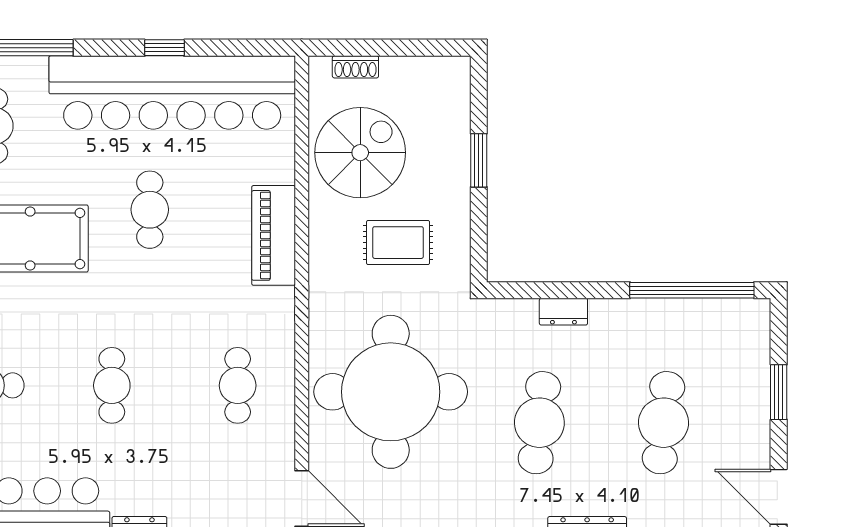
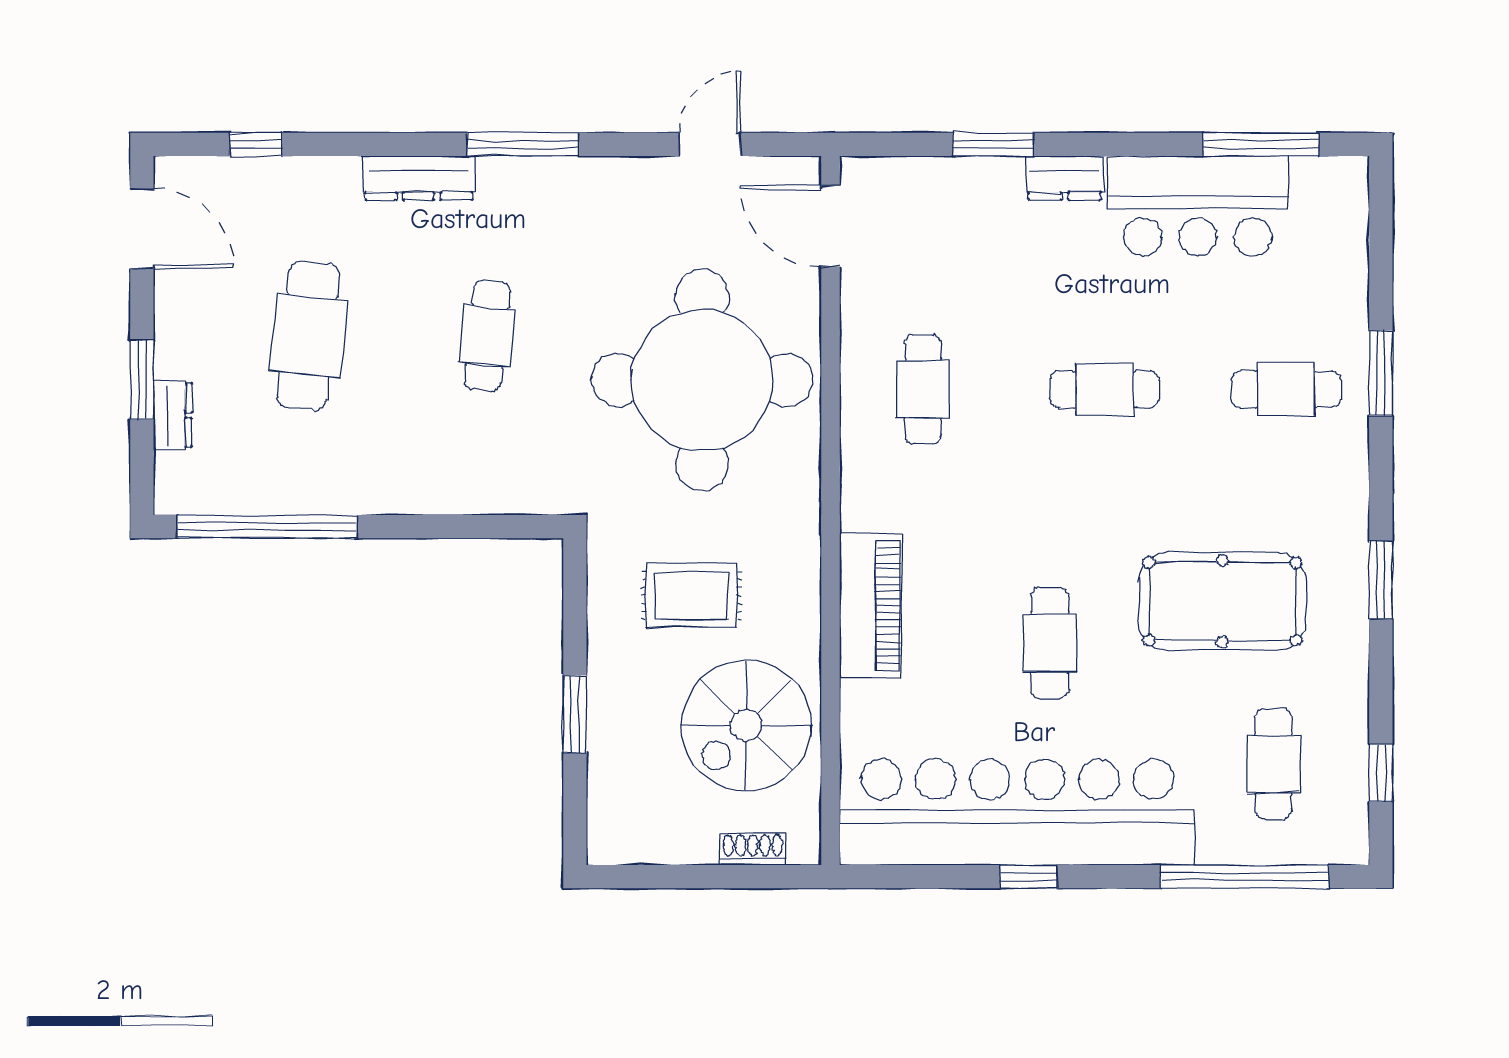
dresser: (563, 312) -> (173, 415), moved, turned 90
cafe table: (112, 385) -> (1104, 389), turned 90
cafe table: (539, 423) -> (487, 336), width x0.73, depth x0.74

